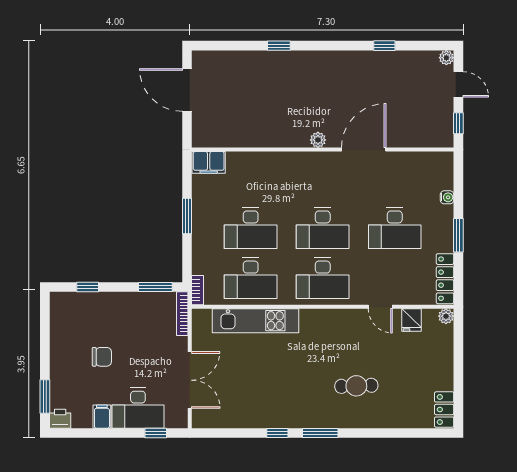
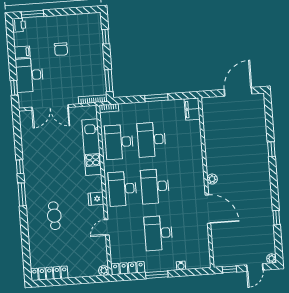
fridge: (412, 320) -> (96, 199), moved
locker: (444, 410) -> (50, 273), width x1.53

